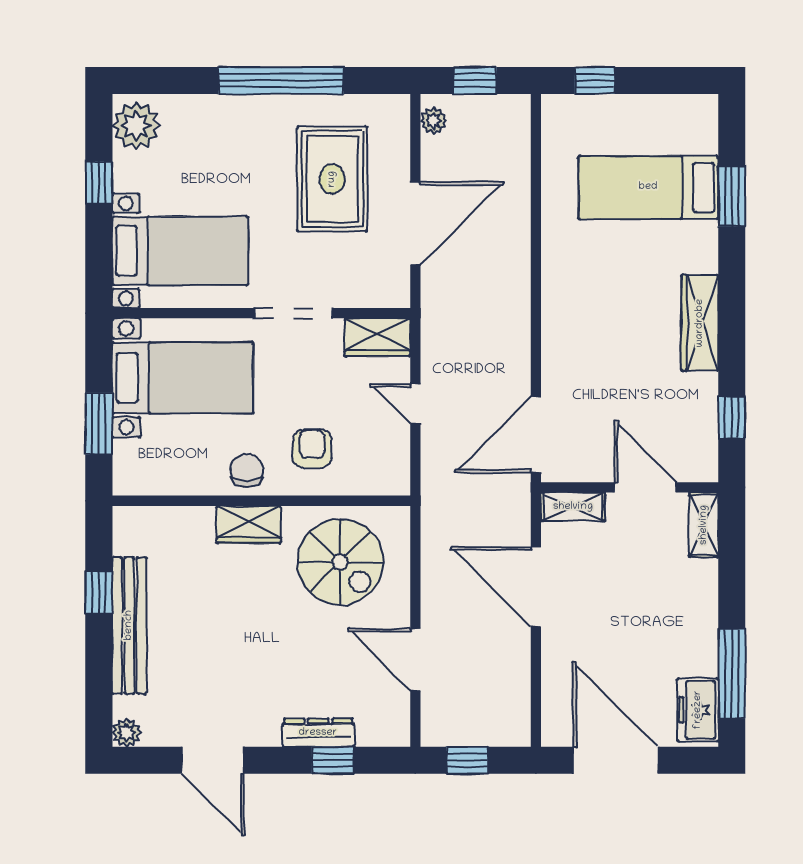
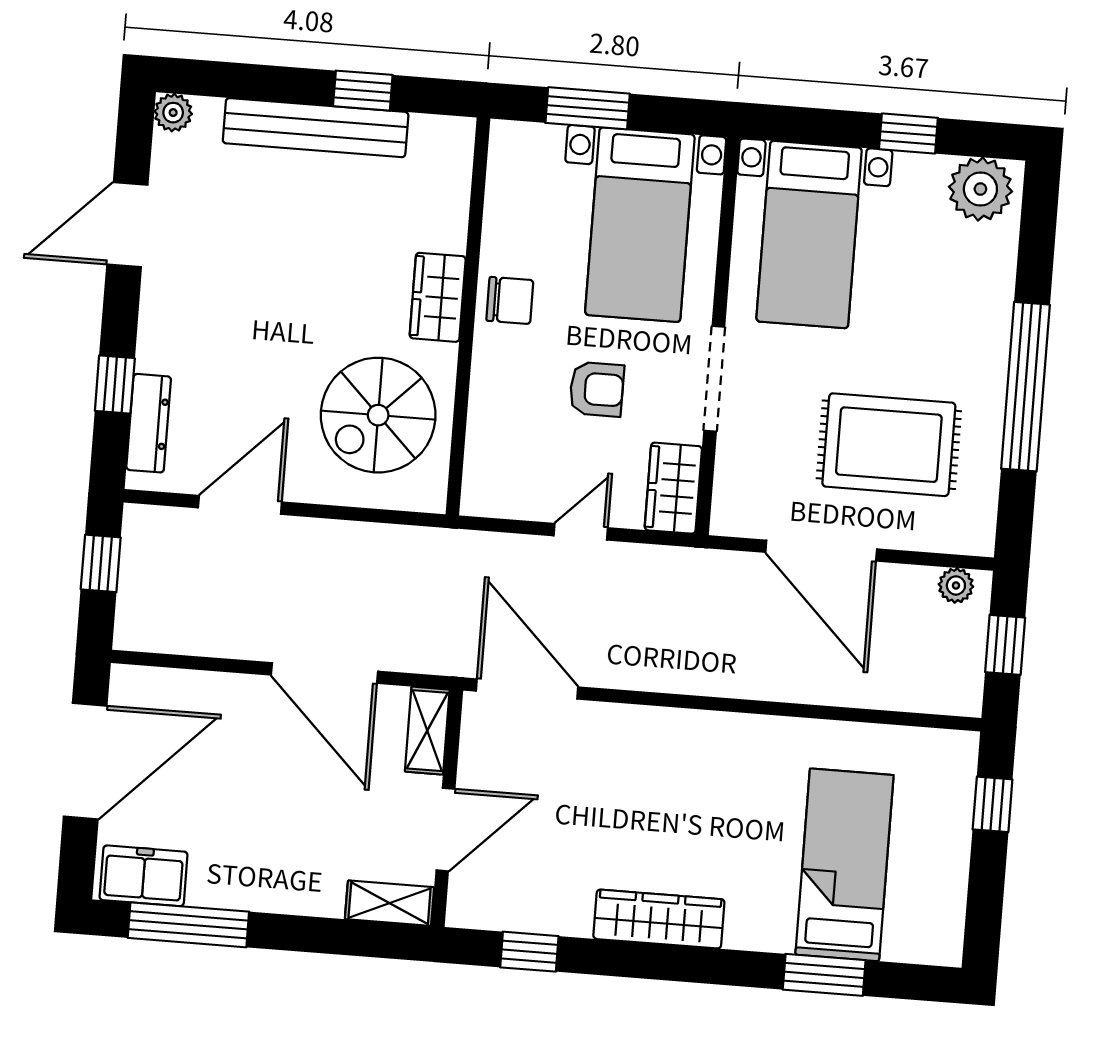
armchair: (312, 449) -> (597, 389), moved
door: (536, 587) -> (324, 673), swing flipped
dresser: (318, 733) -> (149, 423), moved

